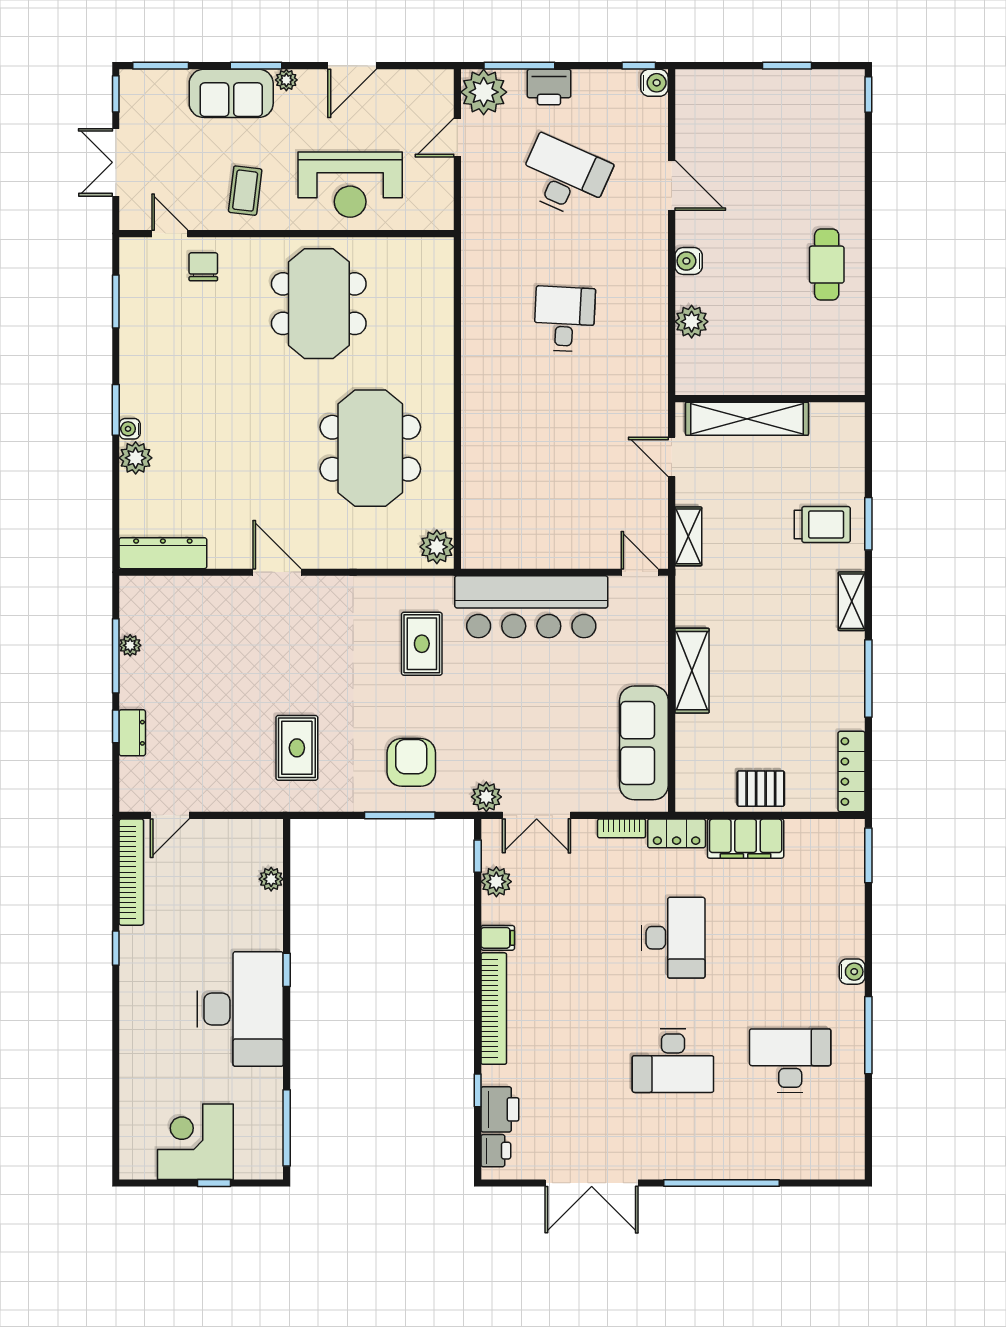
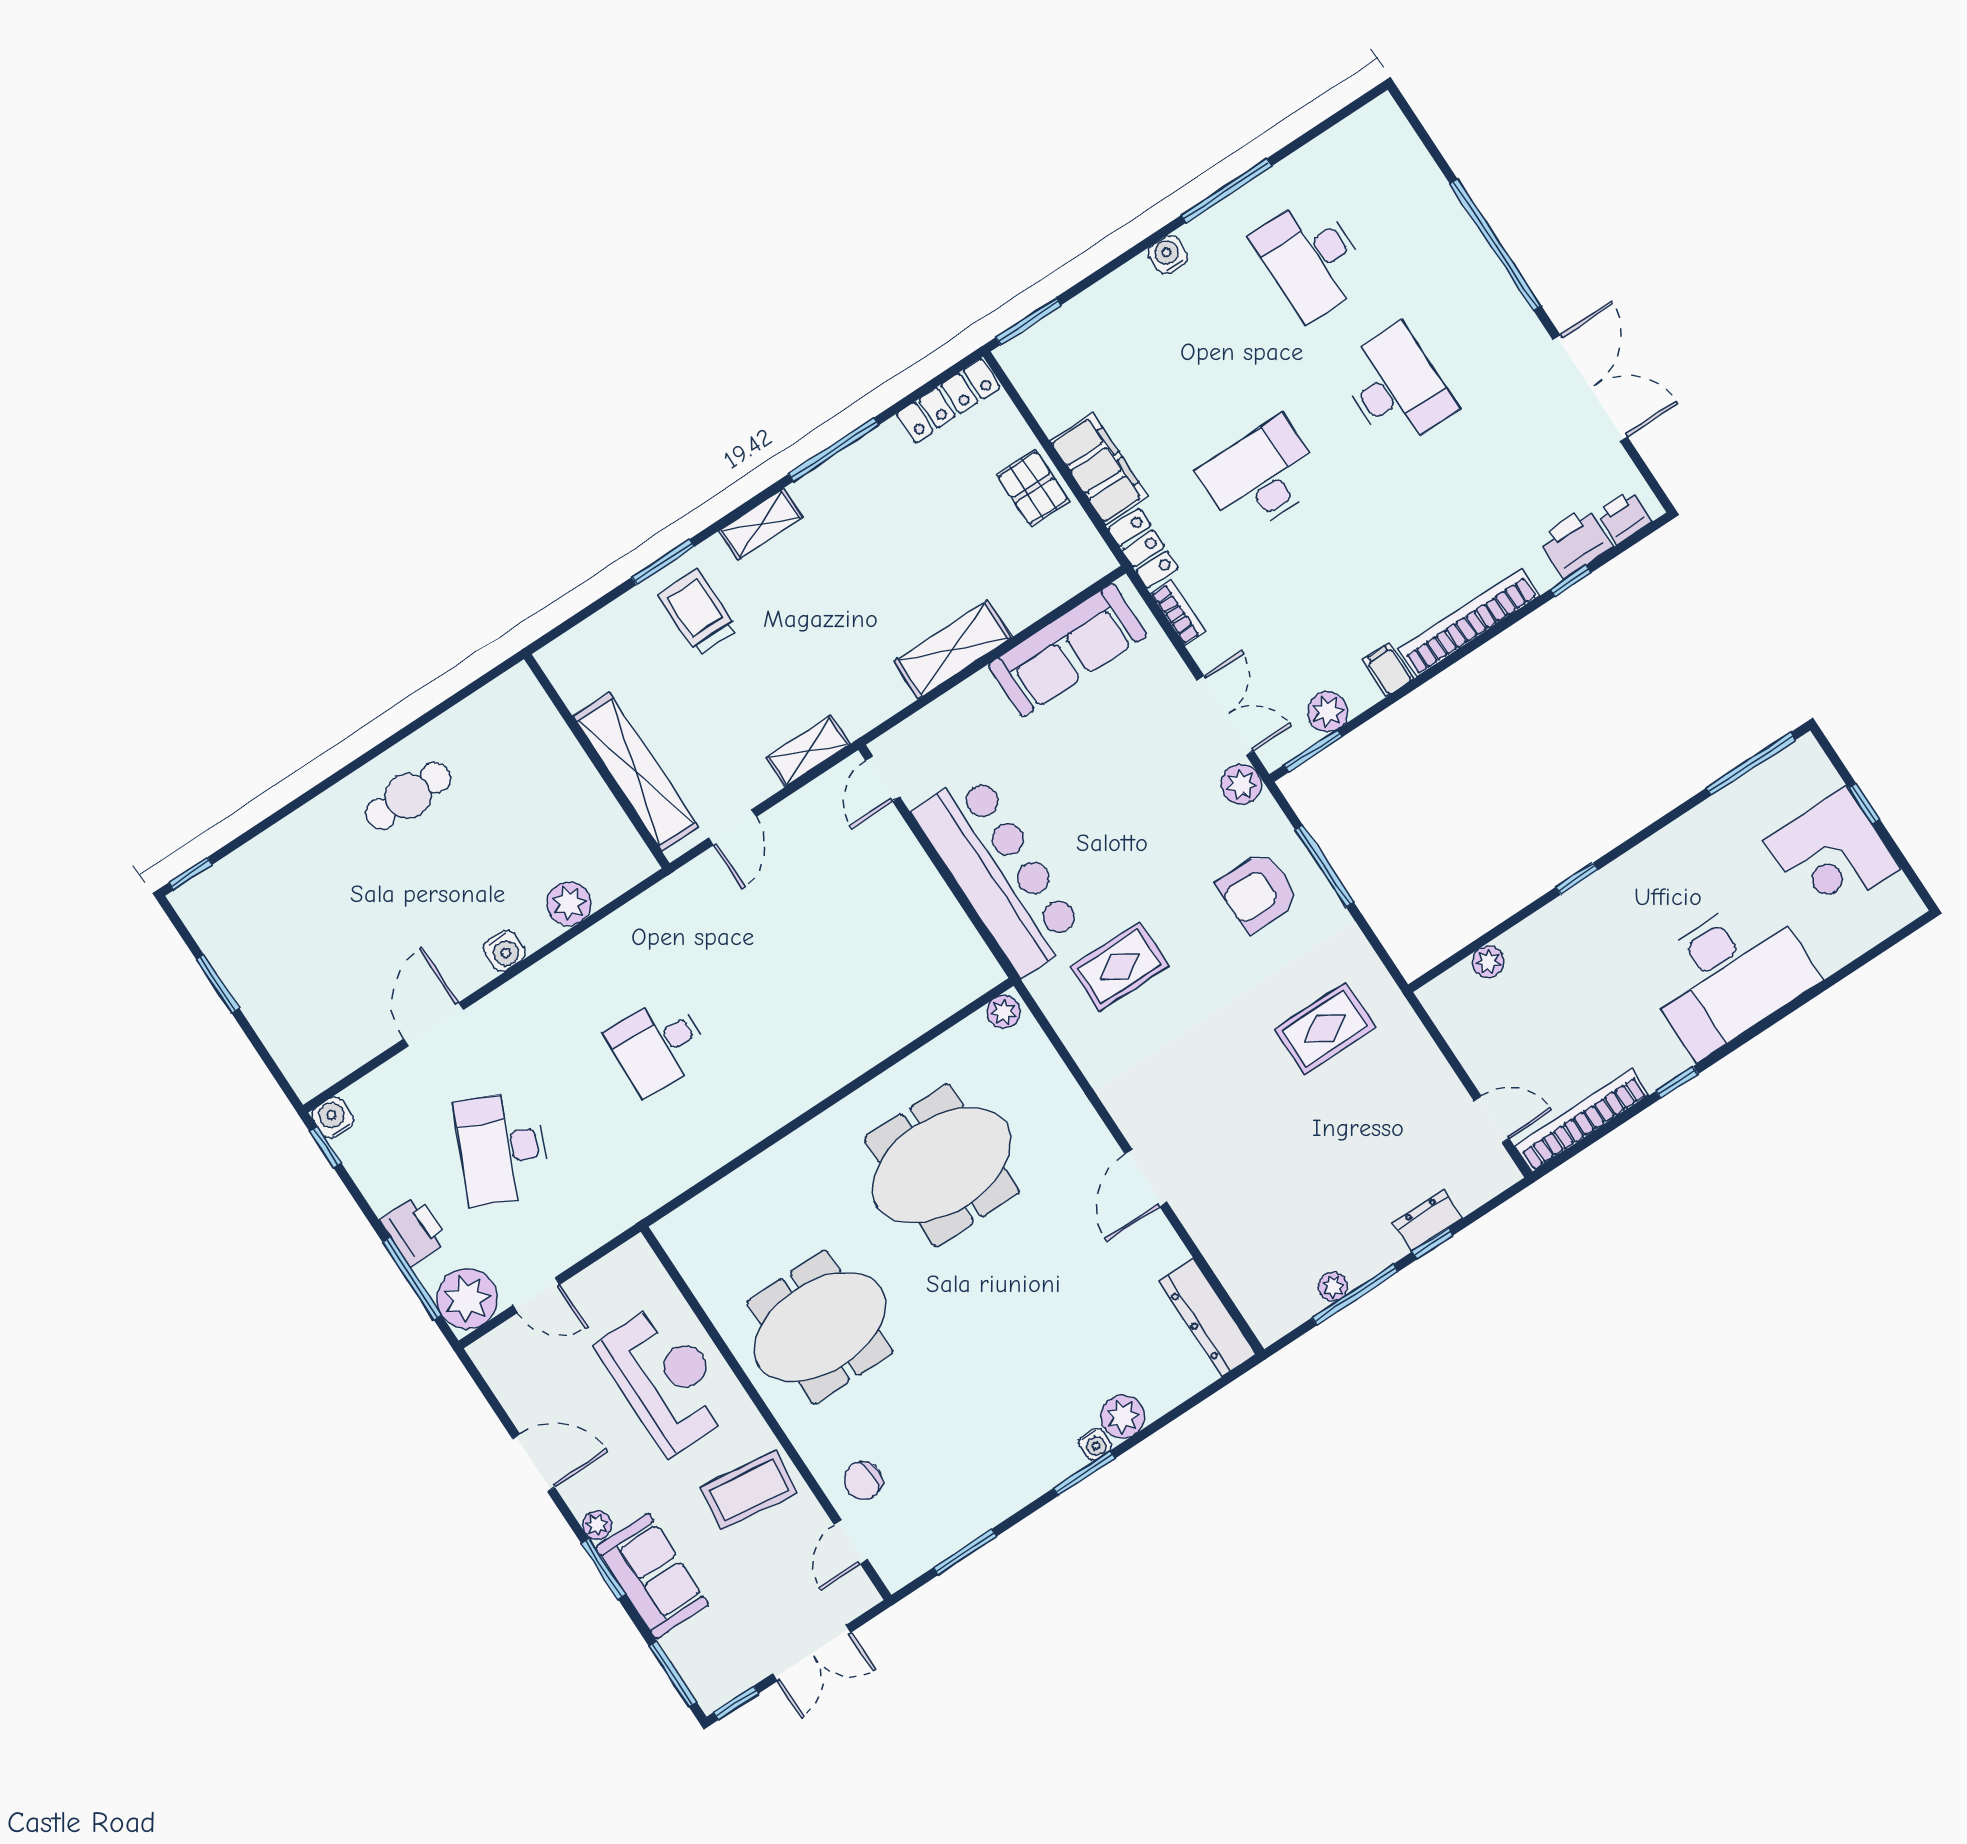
coffee table: (245, 191) -> (749, 1490), width x1.36, depth x1.30
plant: (437, 547) -> (1004, 1012), width x0.73, depth x0.73
window: (478, 856) -> (1313, 751), width x1.50
desk: (240, 1009) -> (1729, 975), moved, turned 180

